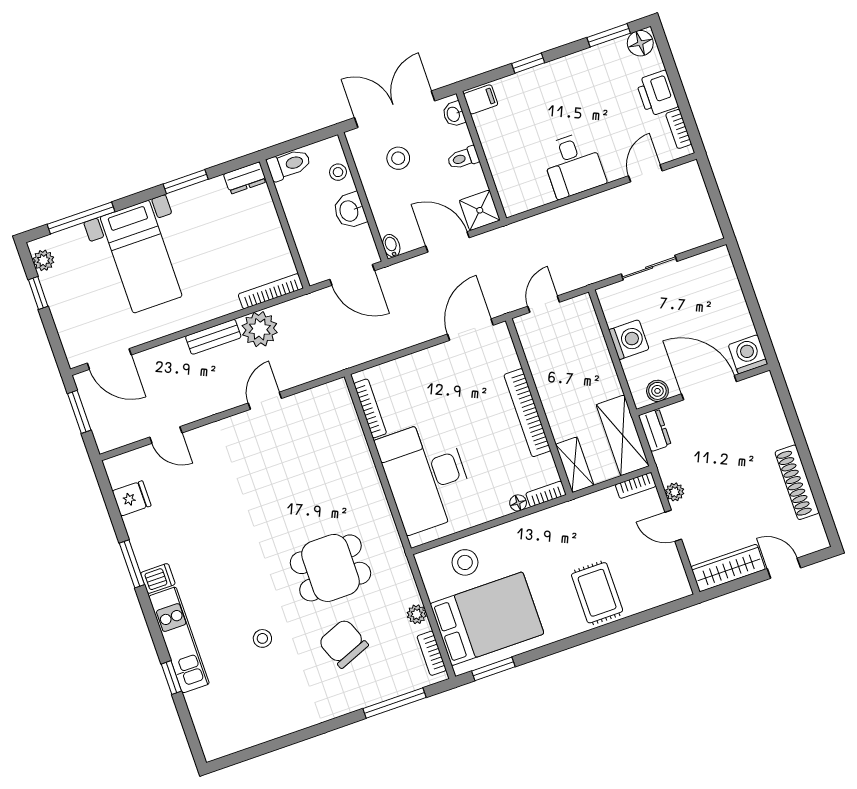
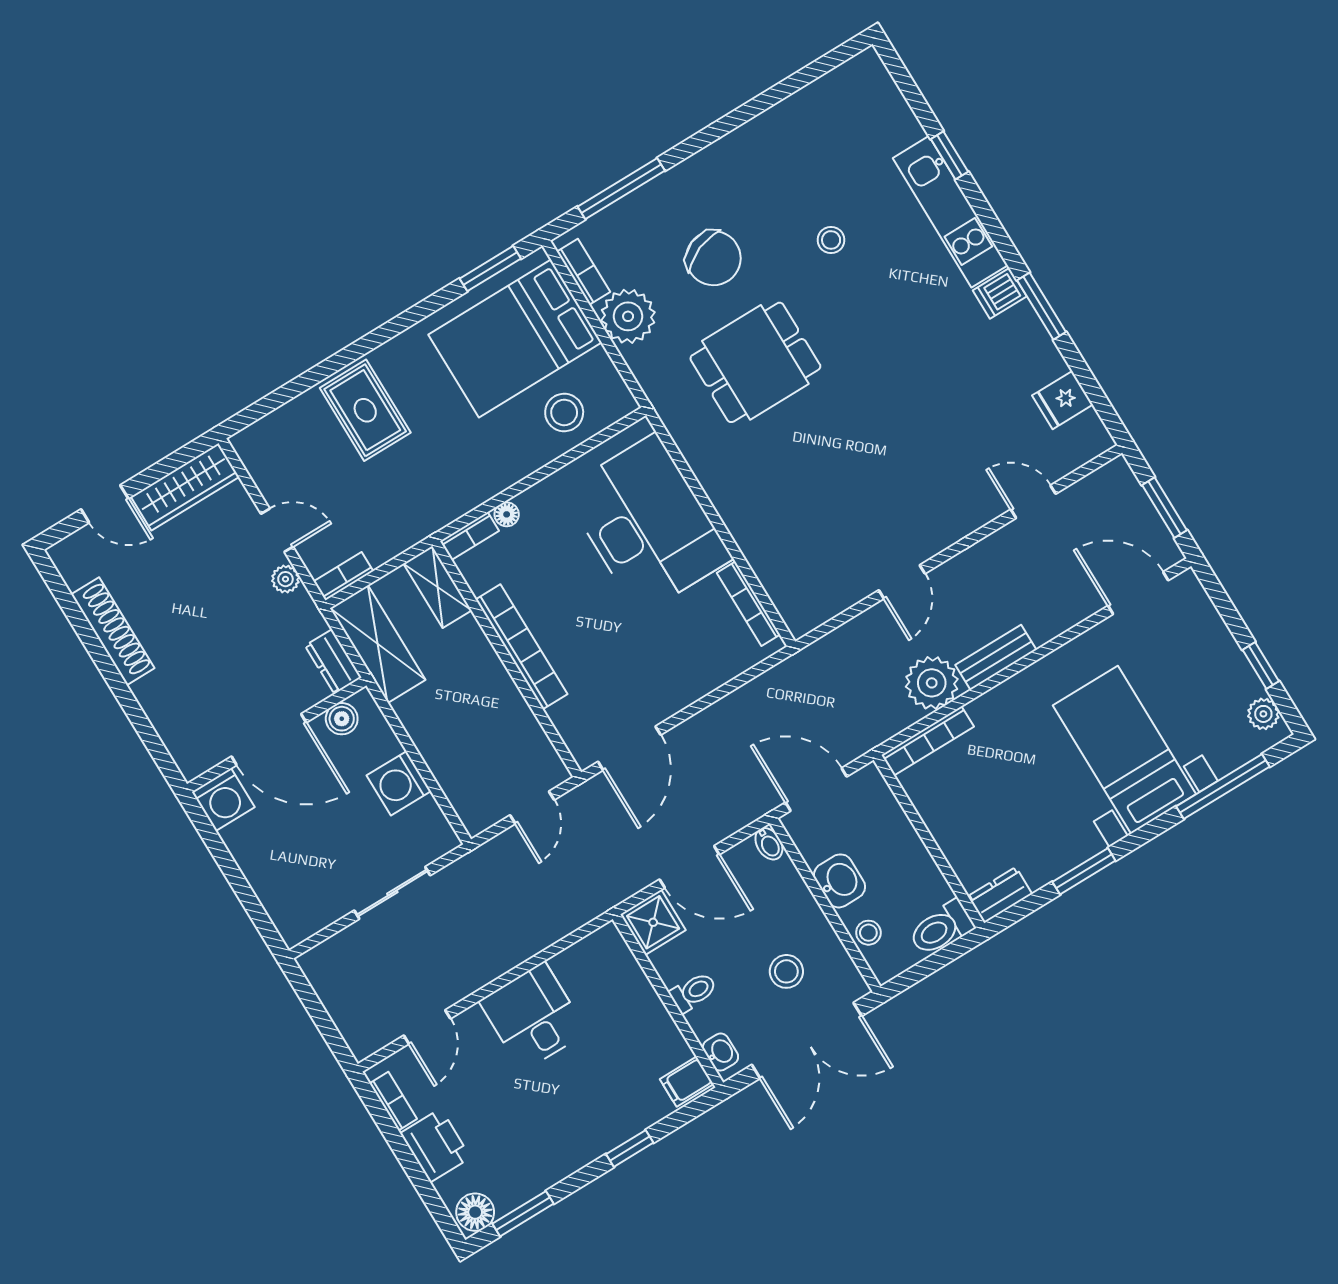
plant: (417, 614) -> (628, 316), width x1.88, depth x1.88

